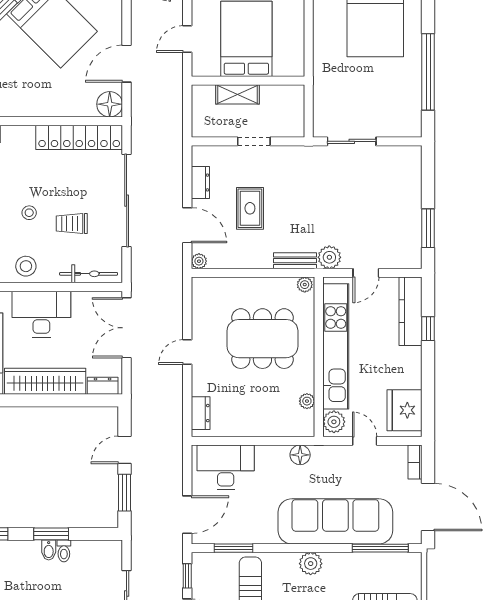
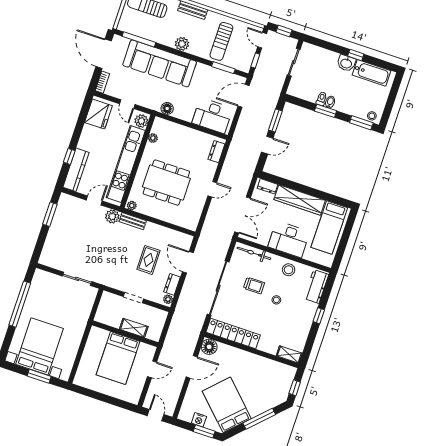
plant: (199, 261) -> (168, 299), moved

